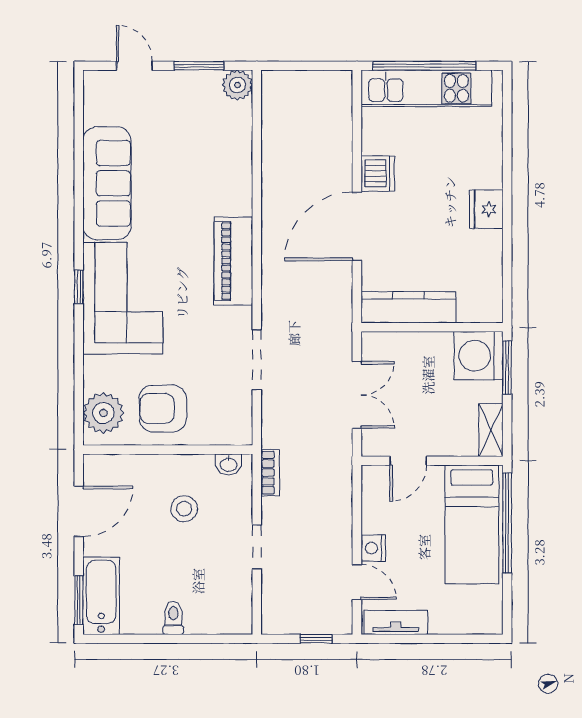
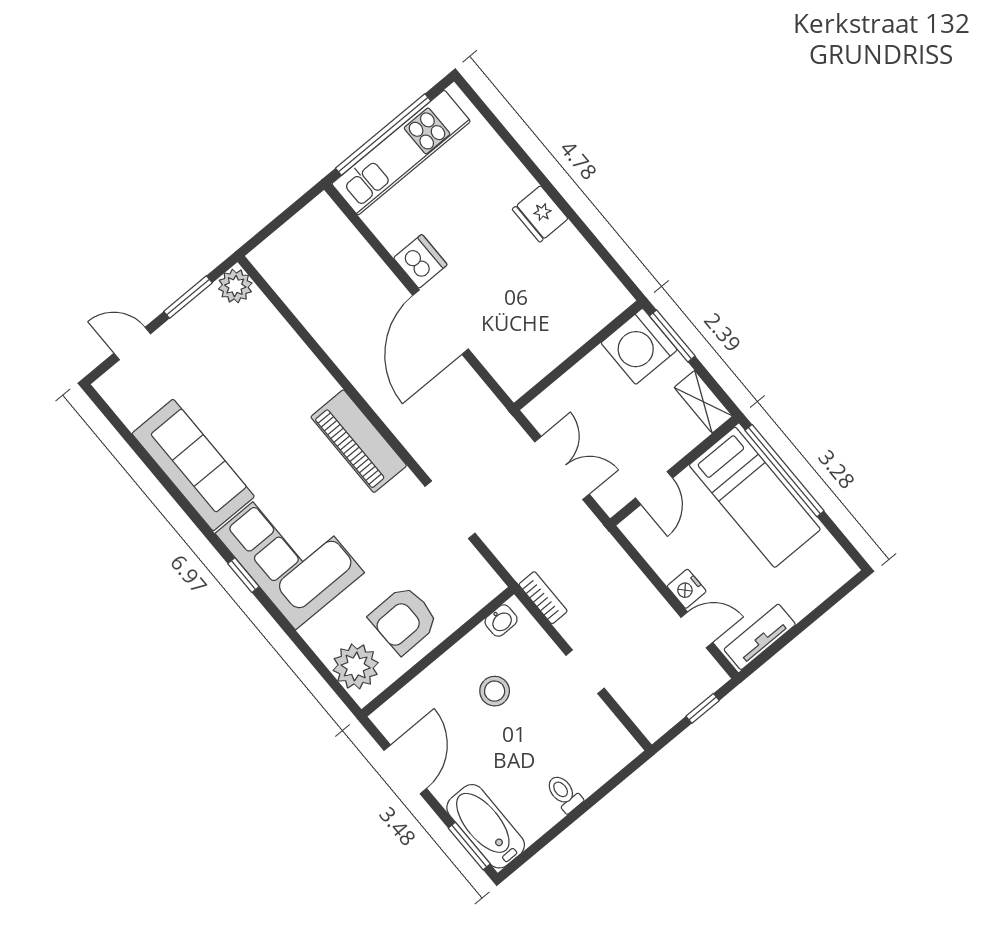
kitchen counter: (408, 307) -> (543, 355), removed

